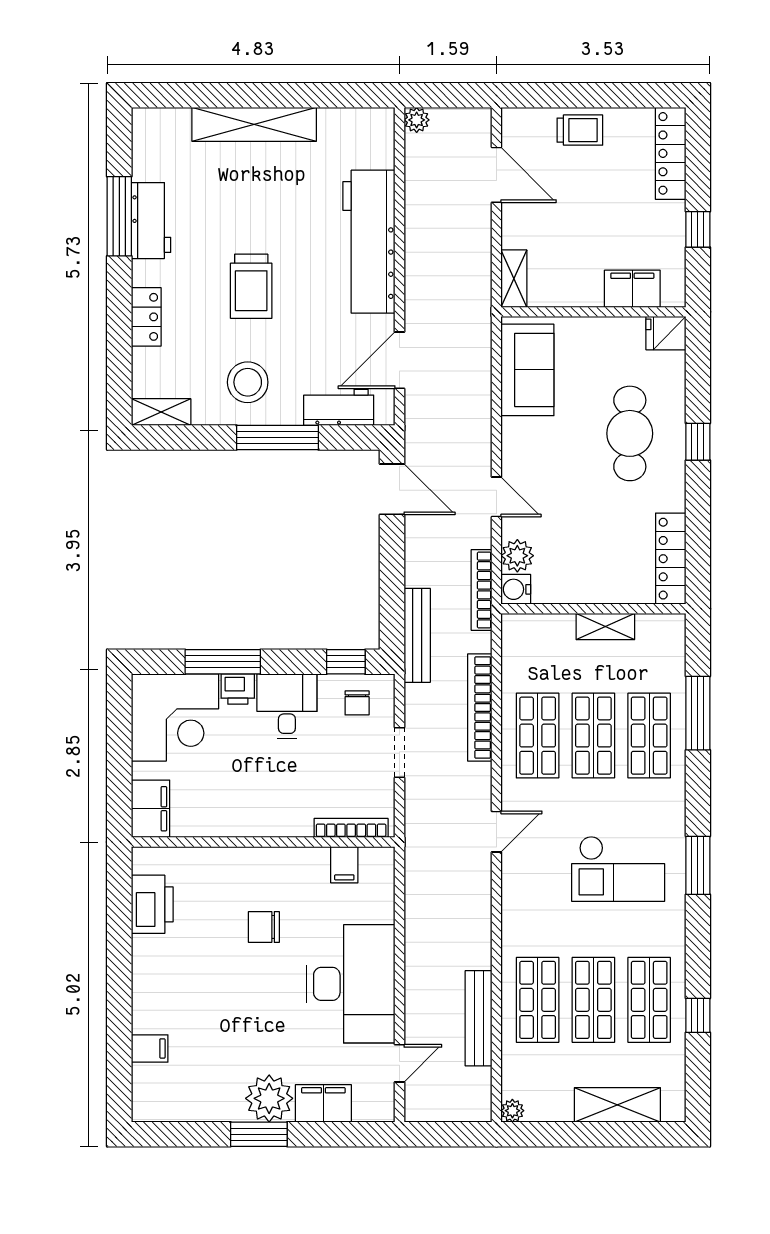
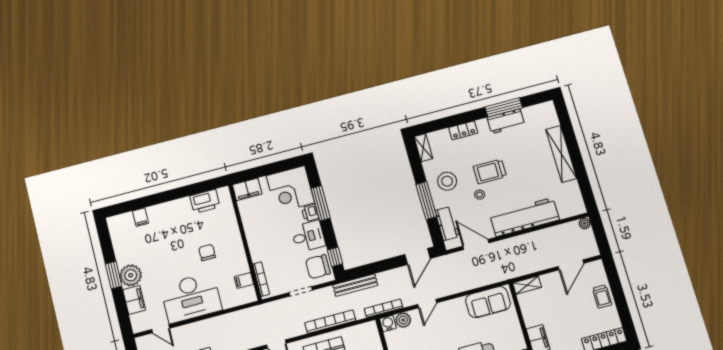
stool: (295, 322) -> (480, 195), added
chair: (357, 703) -> (318, 267), width x1.87, depth x1.87

